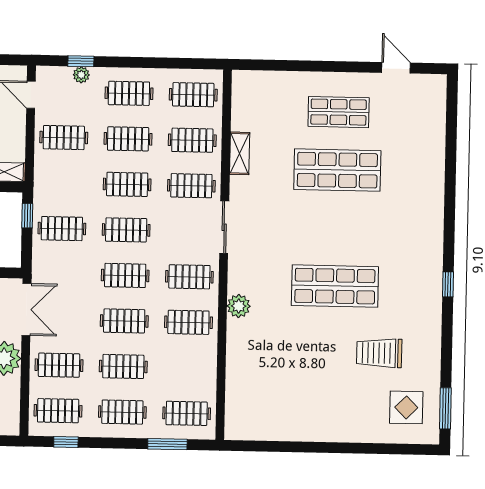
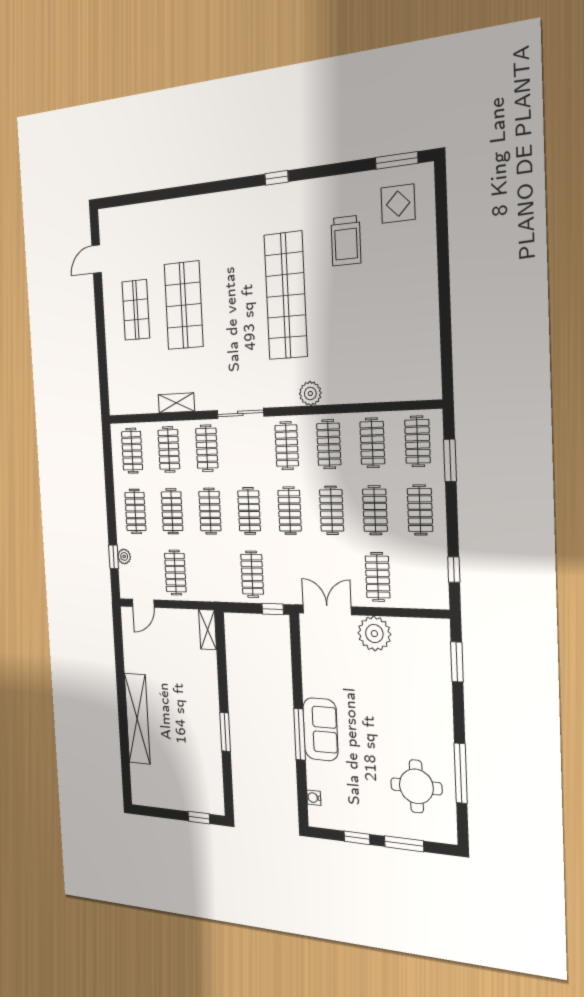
window: (27, 216) -> (273, 609), moved
shop shelf: (335, 286) -> (286, 296), width x1.40
clothes rail: (58, 411) -> (372, 443), moved

